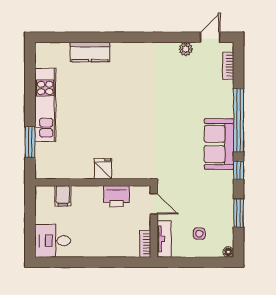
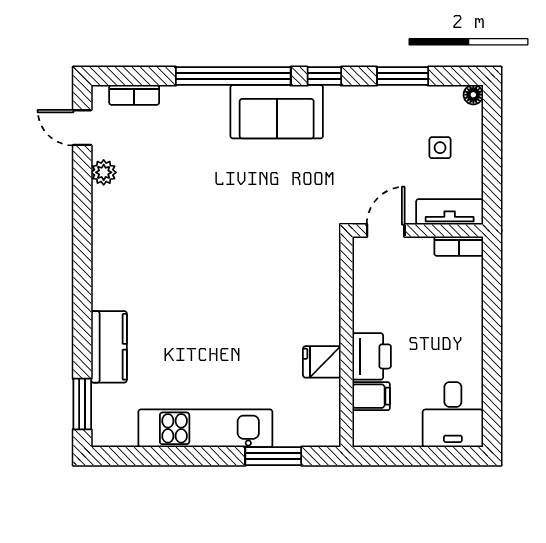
window: (59, 37) -> (82, 404), added
fridge: (103, 169) -> (322, 362), moved
printer: (116, 196) -> (372, 356), moved

